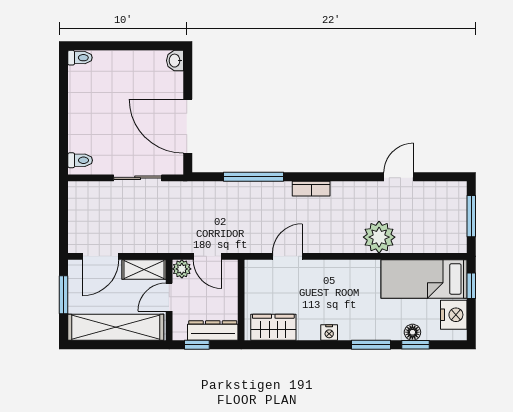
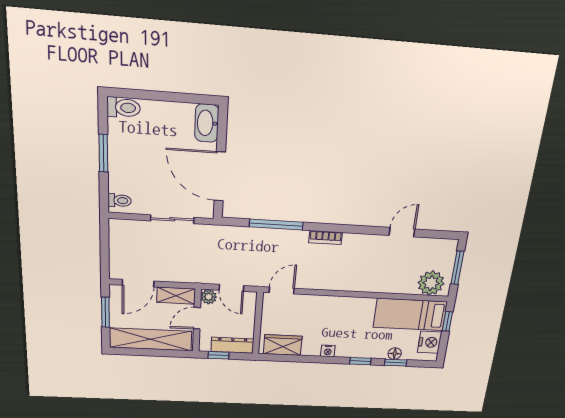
toilet: (80, 58) -> (124, 108), width x1.37, depth x1.39
washbasin: (175, 61) -> (207, 123), width x1.91, depth x1.45
window: (63, 110) -> (103, 153), added
plant: (379, 237) -> (431, 283), moved
door: (287, 256) -> (282, 290), moved
window: (371, 345) -> (360, 361), width x0.67

